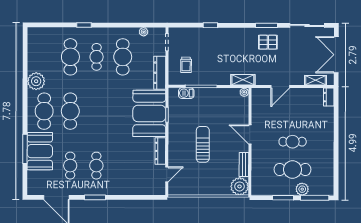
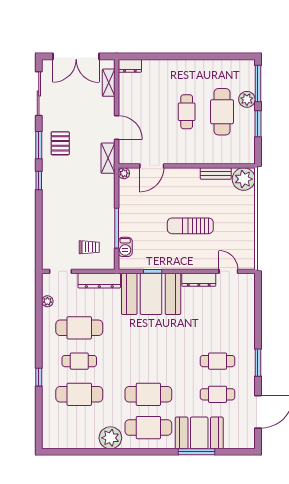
window: (210, 25) -> (39, 180), moved
shelving: (243, 80) -> (108, 158), moved
door: (250, 134) -> (152, 166), moved

